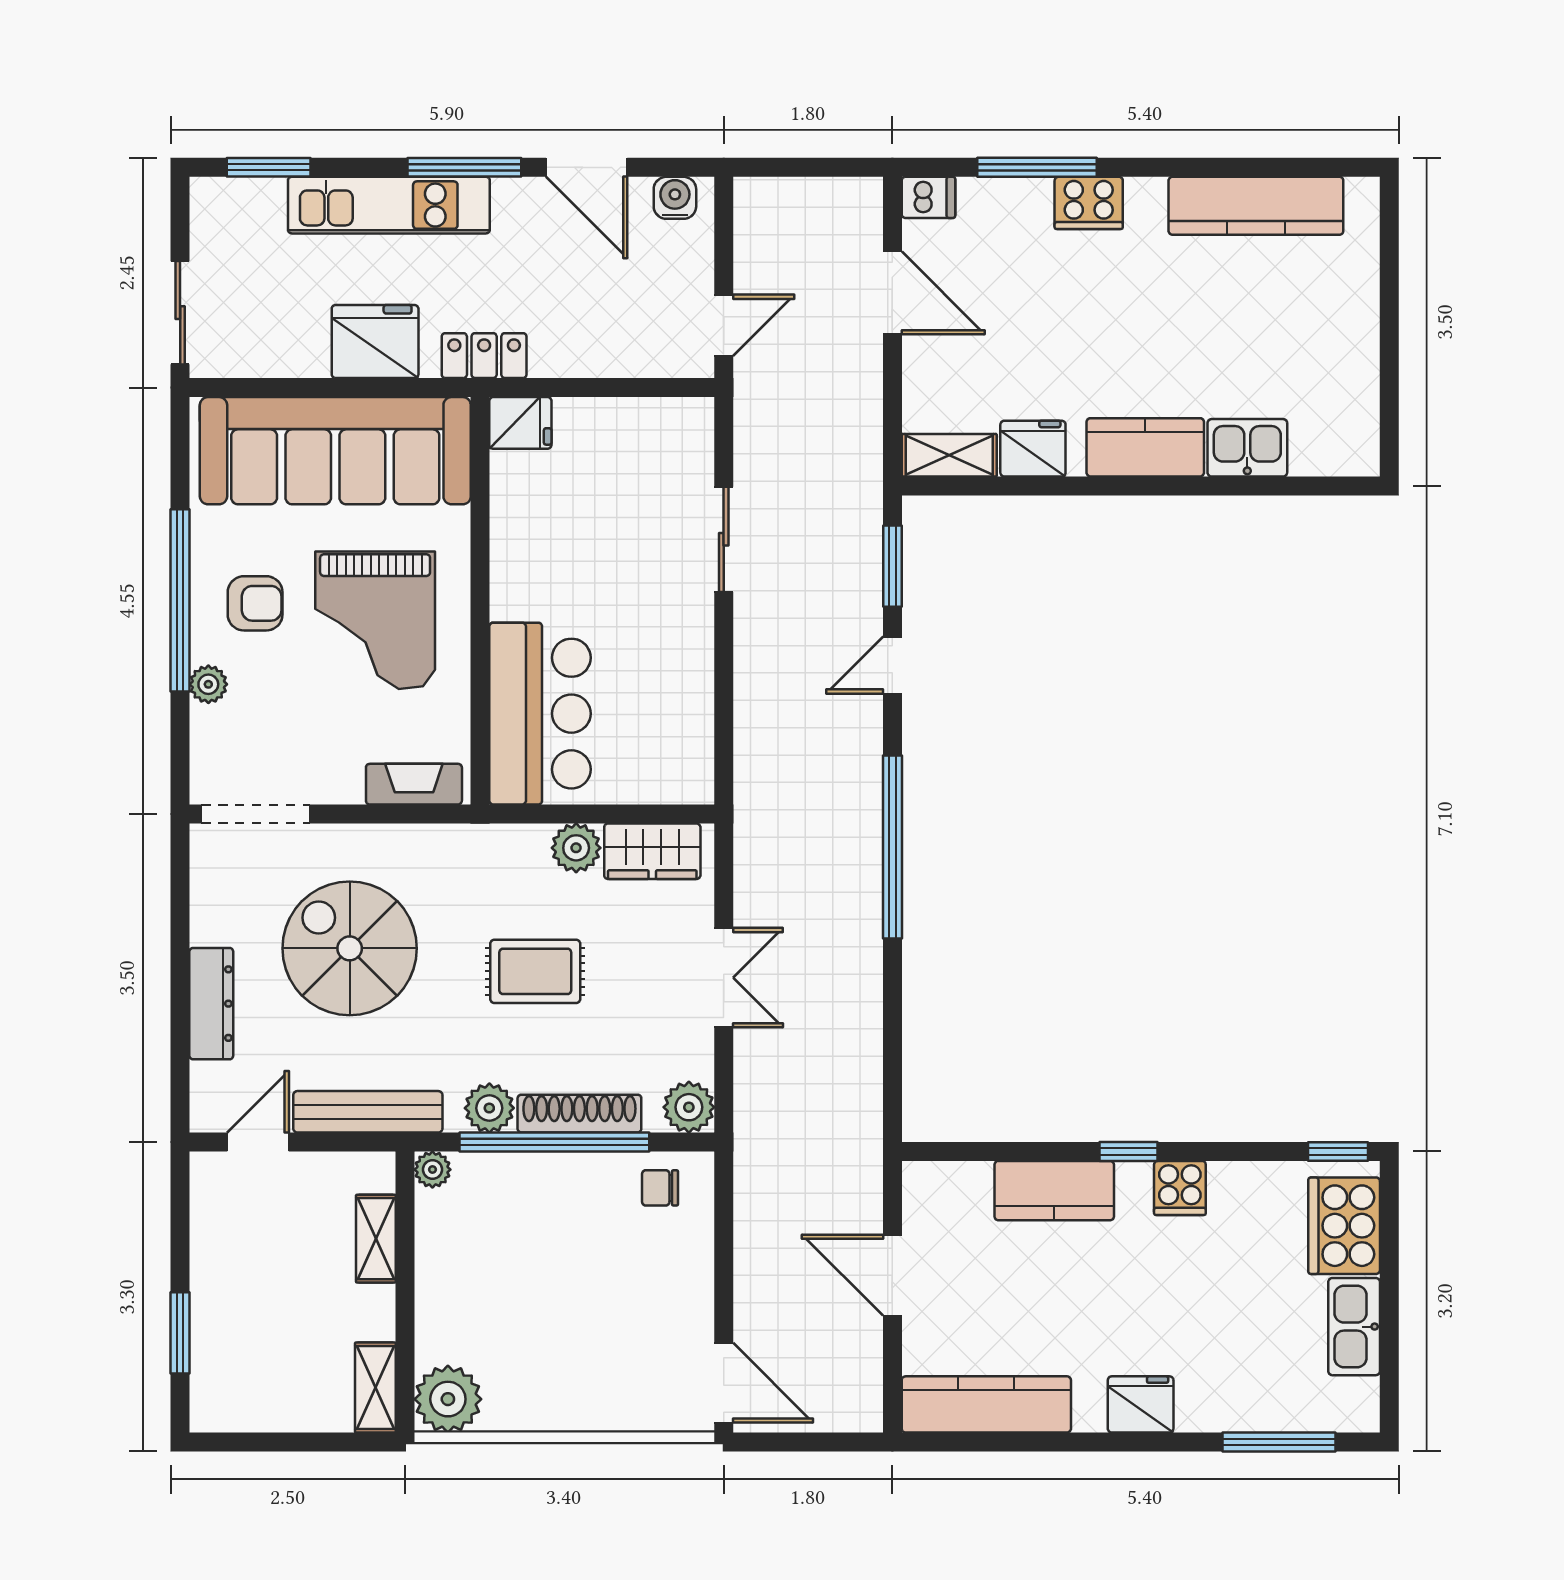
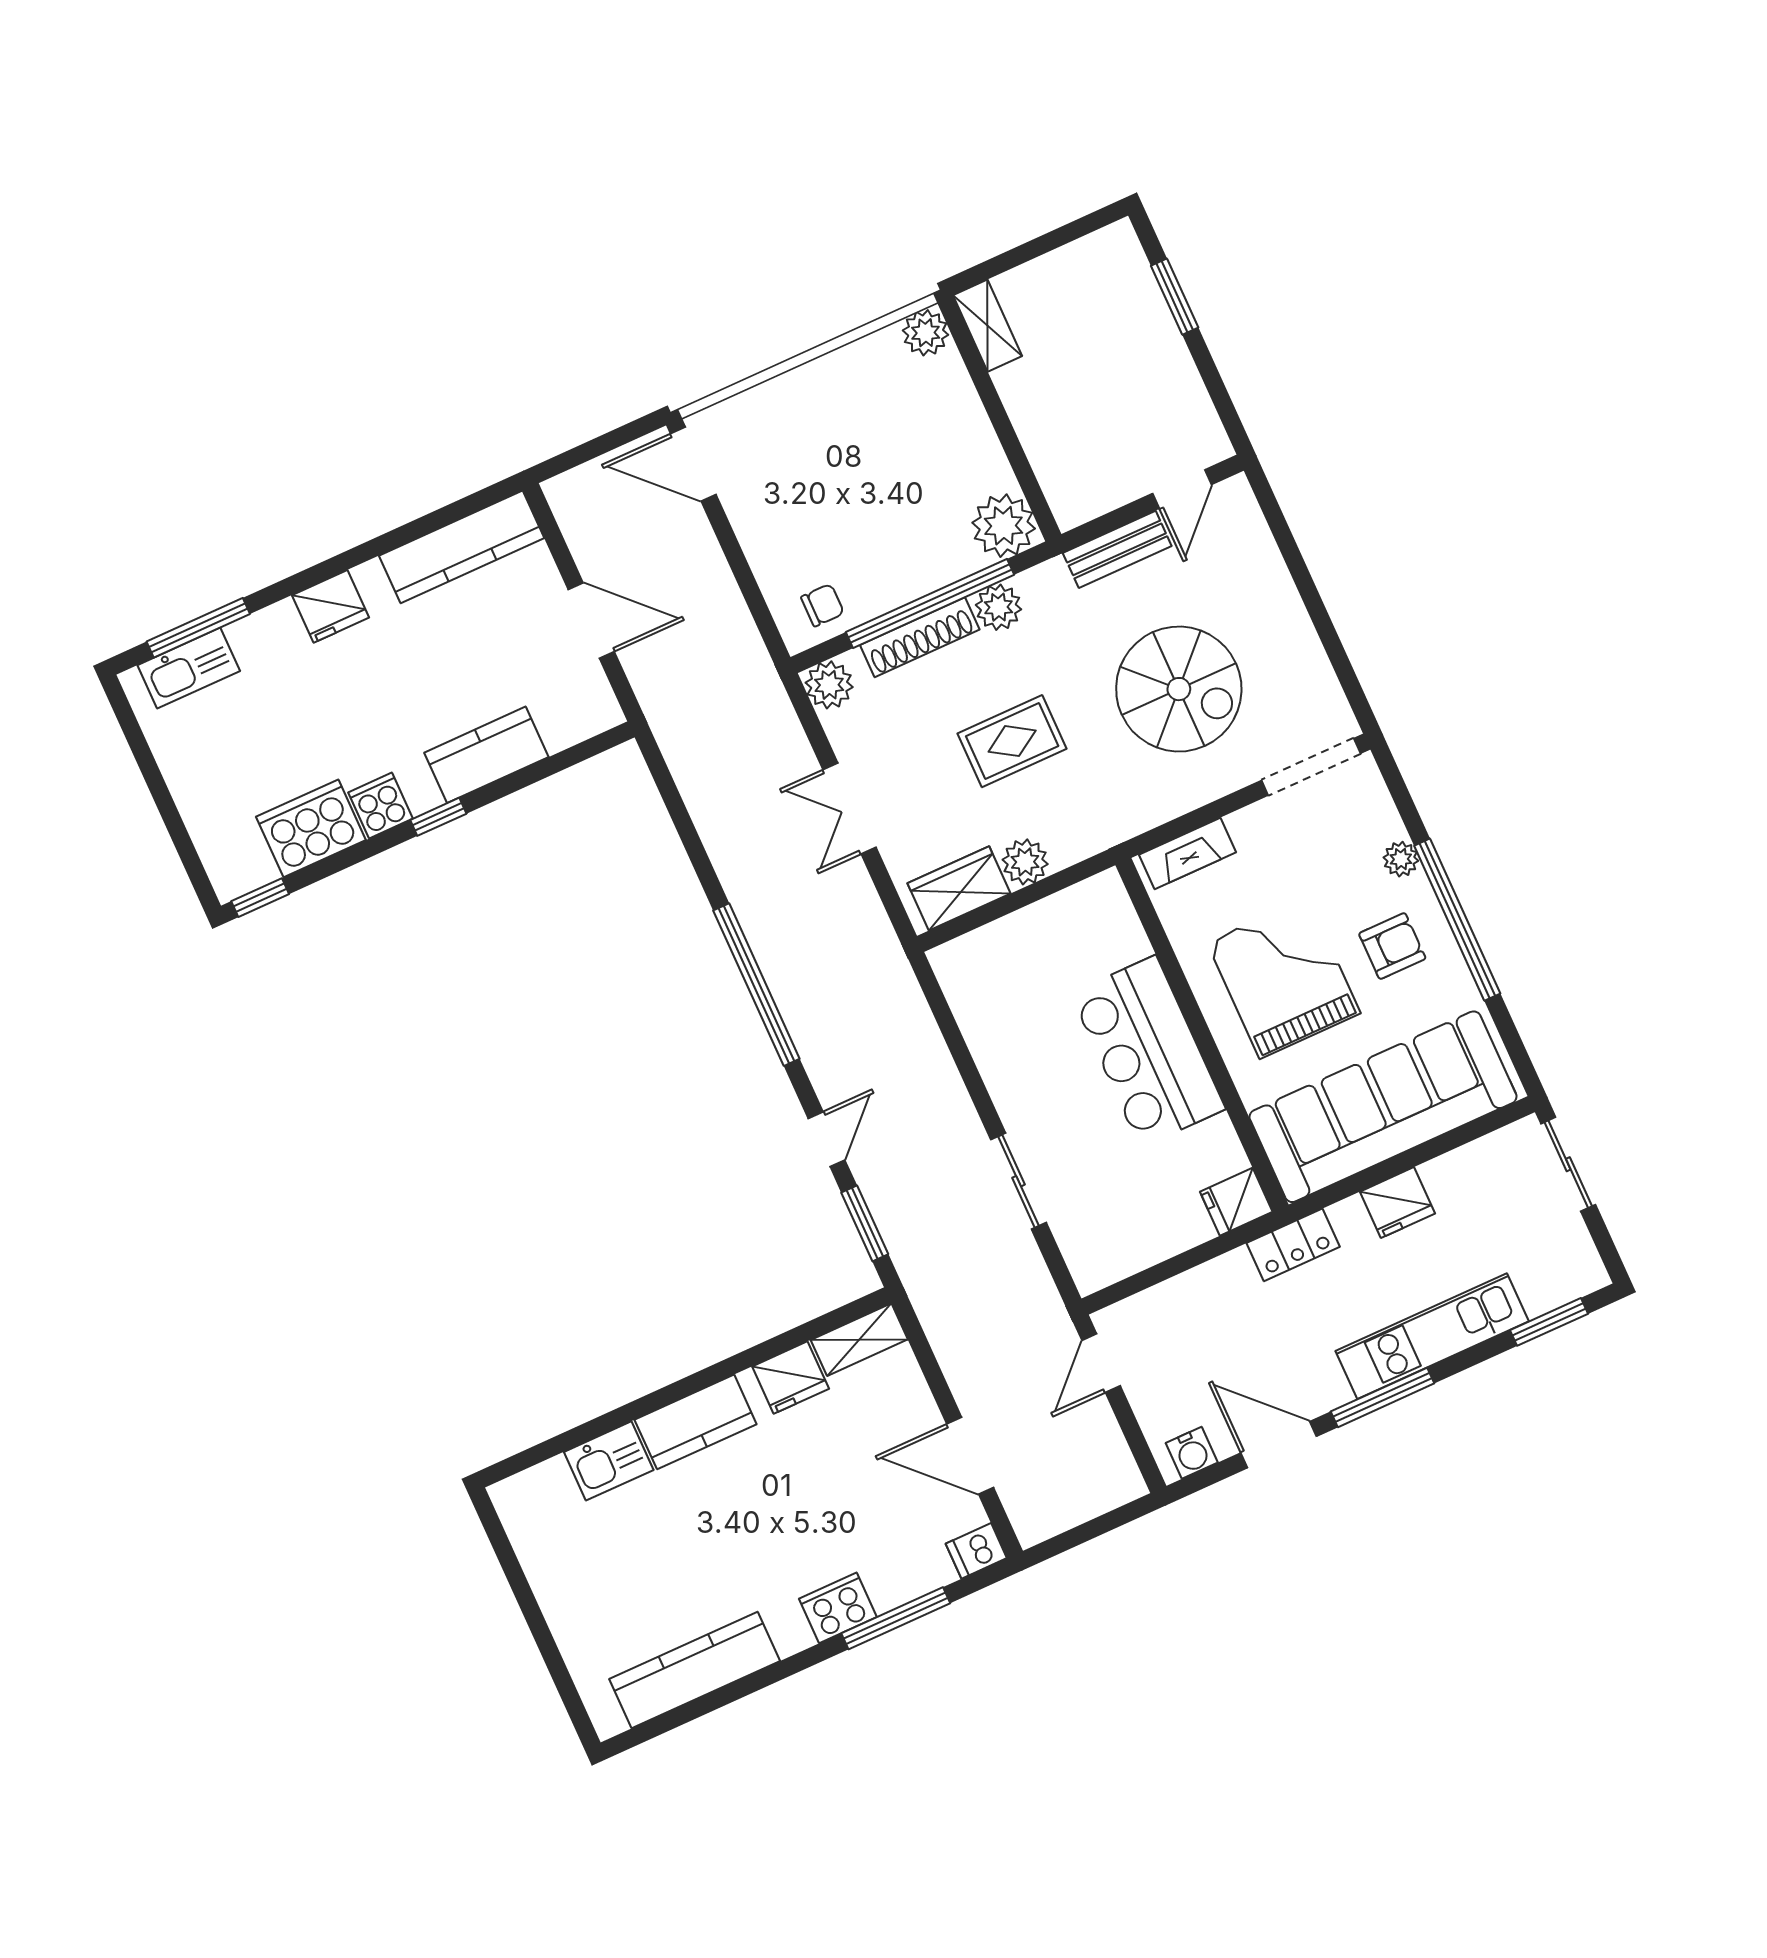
fridge: (375, 342) -> (1397, 1203), width x0.73, depth x0.75
armchair: (255, 603) -> (1392, 946), turned 180
bar counter: (540, 714) -> (1148, 1051), moved
dresser: (211, 1004) -> (1275, 589), removed
bench: (368, 1112) -> (1117, 549), width x0.73
plant: (432, 1170) -> (1004, 526), width x1.87, depth x1.87
cooker: (1344, 1226) -> (311, 828), moved, turned -90
shelving: (376, 1239) -> (1045, 452), removed
kitchen sink: (1354, 1327) -> (189, 668), moved, turned 90
plant: (448, 1399) -> (926, 333), width x0.73, depth x0.73

